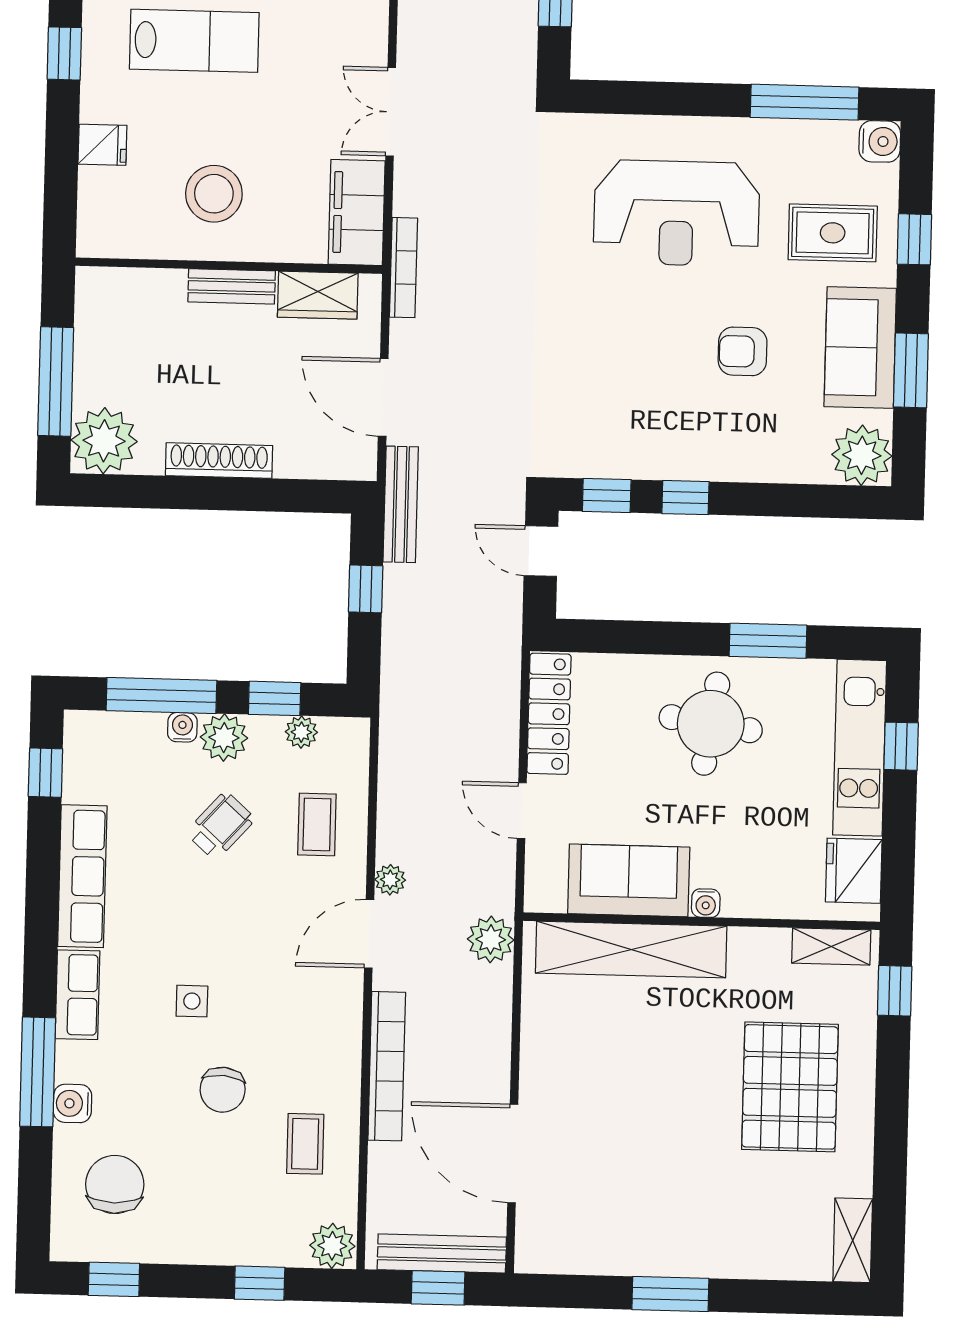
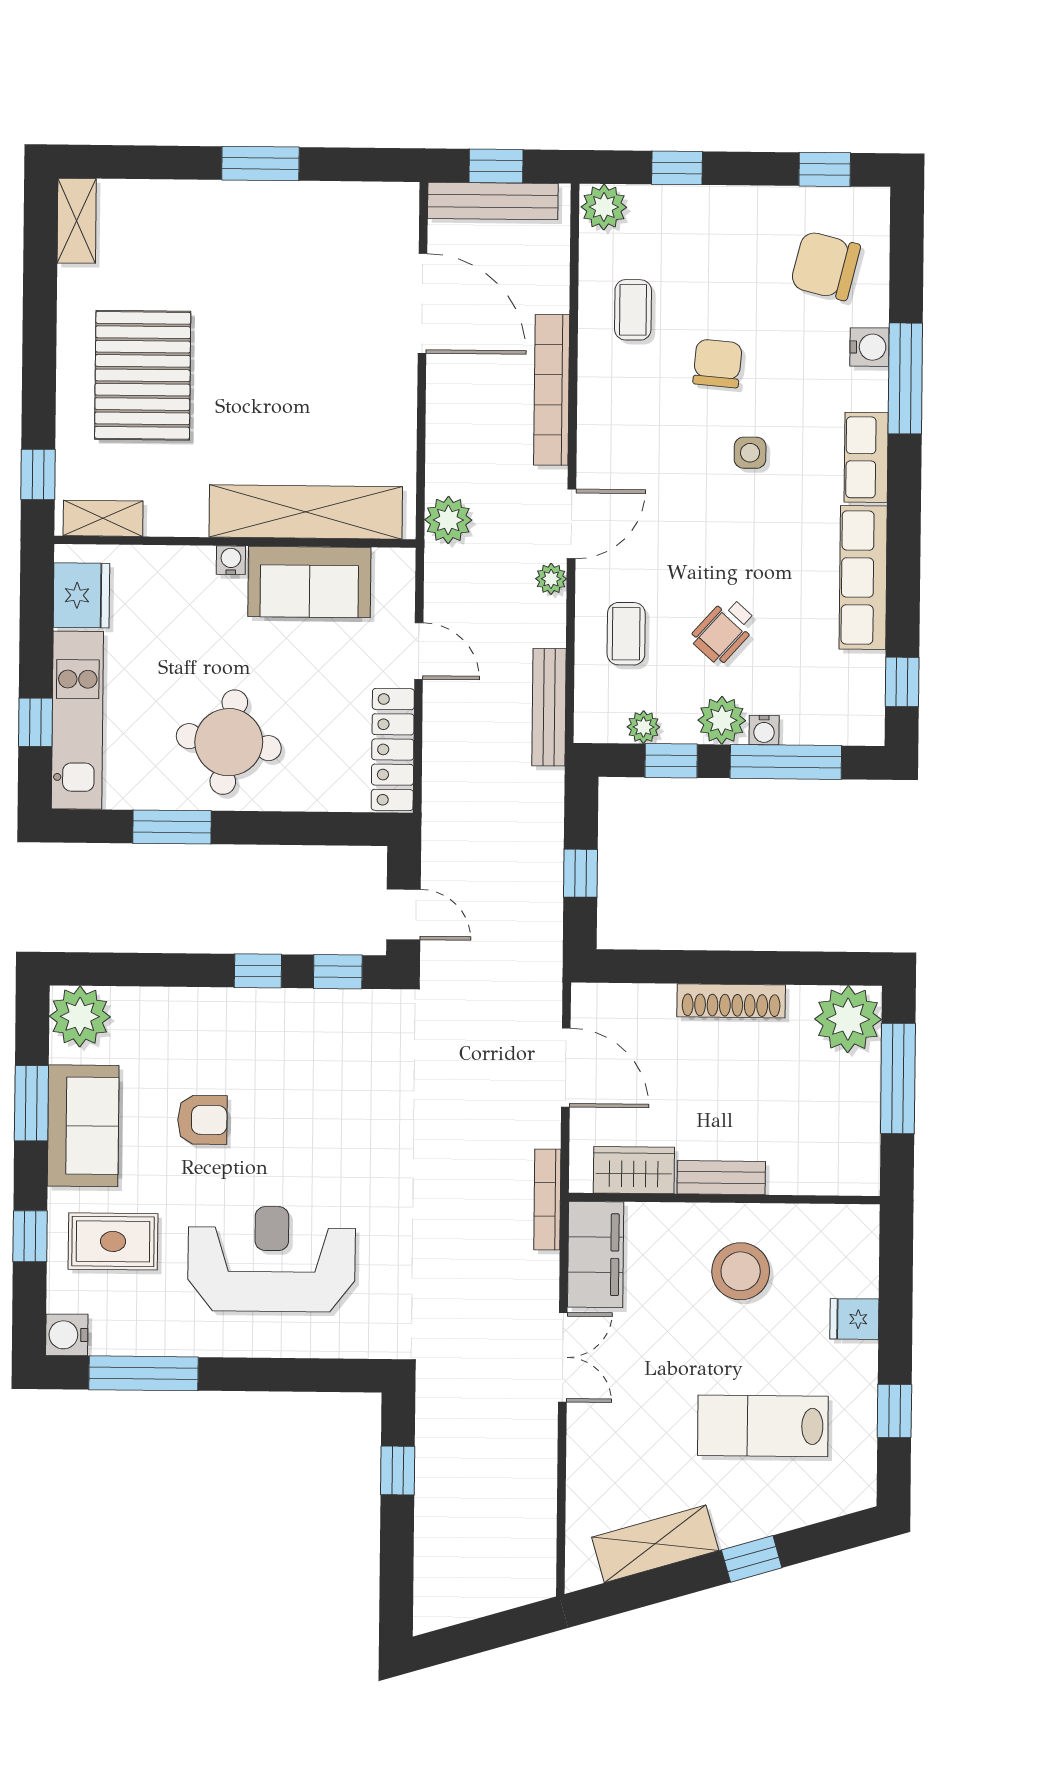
bench: (401, 504) -> (549, 707), moved
chair: (115, 1184) -> (825, 266), turned 104

